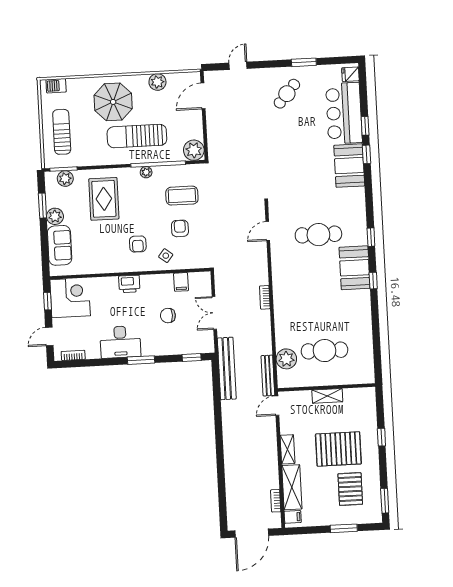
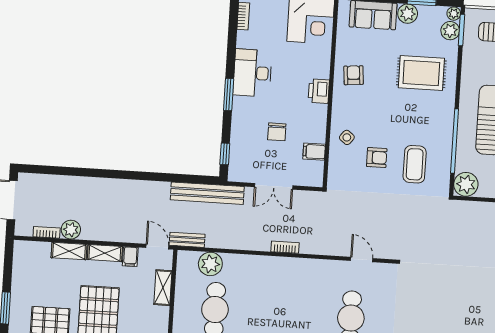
plant: (146, 172) -> (454, 14), moved
armchair: (138, 244) -> (354, 75), moved, turned 85
double door: (214, 313) -> (274, 186), swing flipped
chair: (168, 316) -> (277, 132), turned 180
bench: (268, 376) -> (187, 240), width x0.73
shelving: (327, 396) -> (163, 288), moved
plant: (271, 480) -> (71, 230), added
shelving: (292, 487) -> (69, 251), width x0.67, depth x0.75
filing cabinet: (293, 517) -> (130, 257), moved

